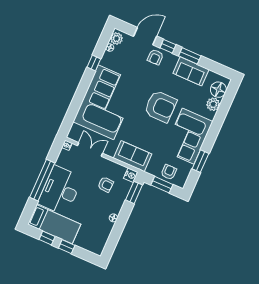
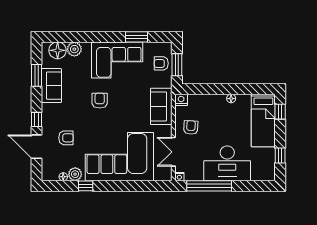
plant: (116, 39) -> (75, 174), moved
window: (190, 56) -> (36, 75), moved
armchair: (155, 57) -> (66, 138), moved
armchair: (160, 106) -> (100, 101), width x0.53, depth x0.53
window: (42, 180) -> (209, 186), moved
armchair: (106, 184) -> (191, 127), moved
window: (134, 192) -> (197, 89), removed
bed: (54, 224) -> (263, 120), moved, turned 180
window: (67, 247) -> (280, 112), moved

